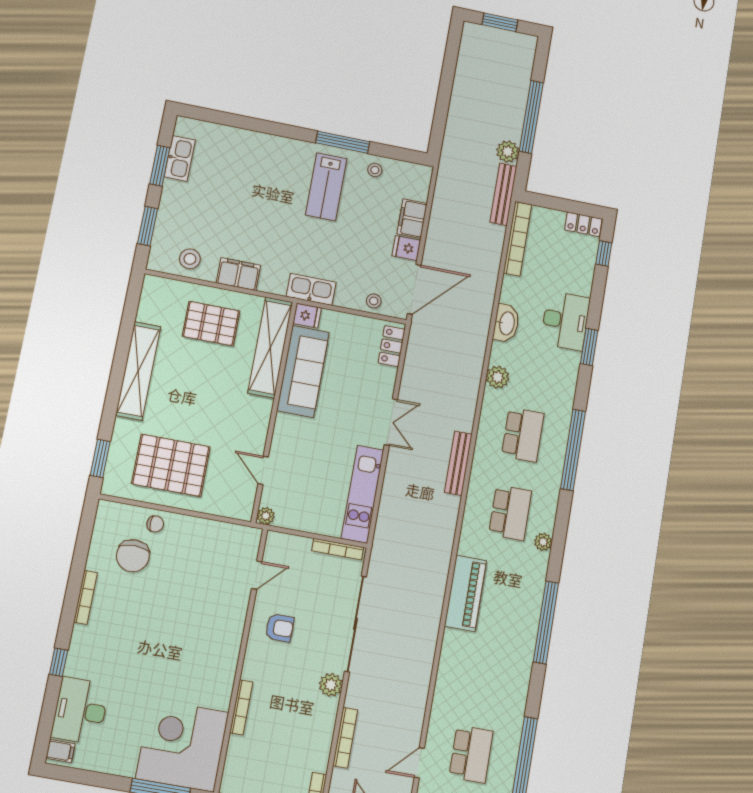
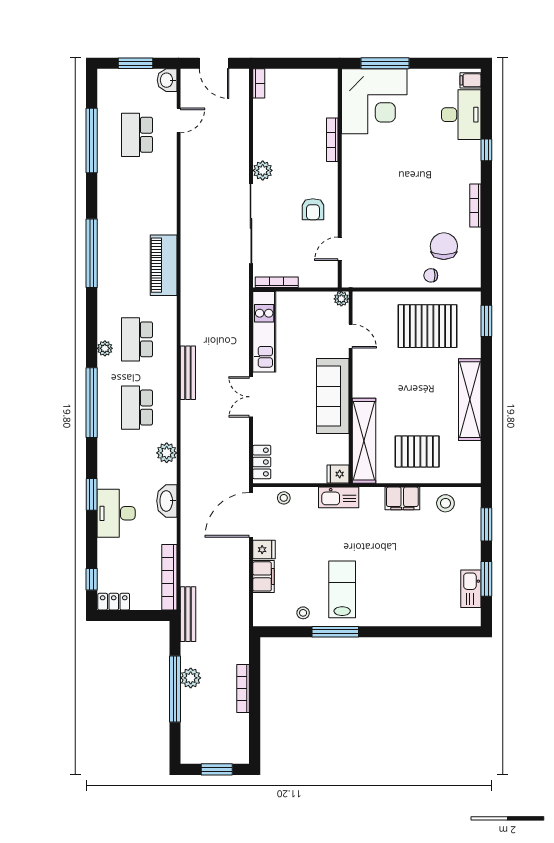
plant: (508, 152) -> (191, 678), moved
sofa: (303, 371) -> (333, 396), moved
plant: (543, 542) -> (105, 348), moved
armchair: (280, 628) -> (313, 209), turned -90
bookcase: (345, 738) -> (243, 689), moved

